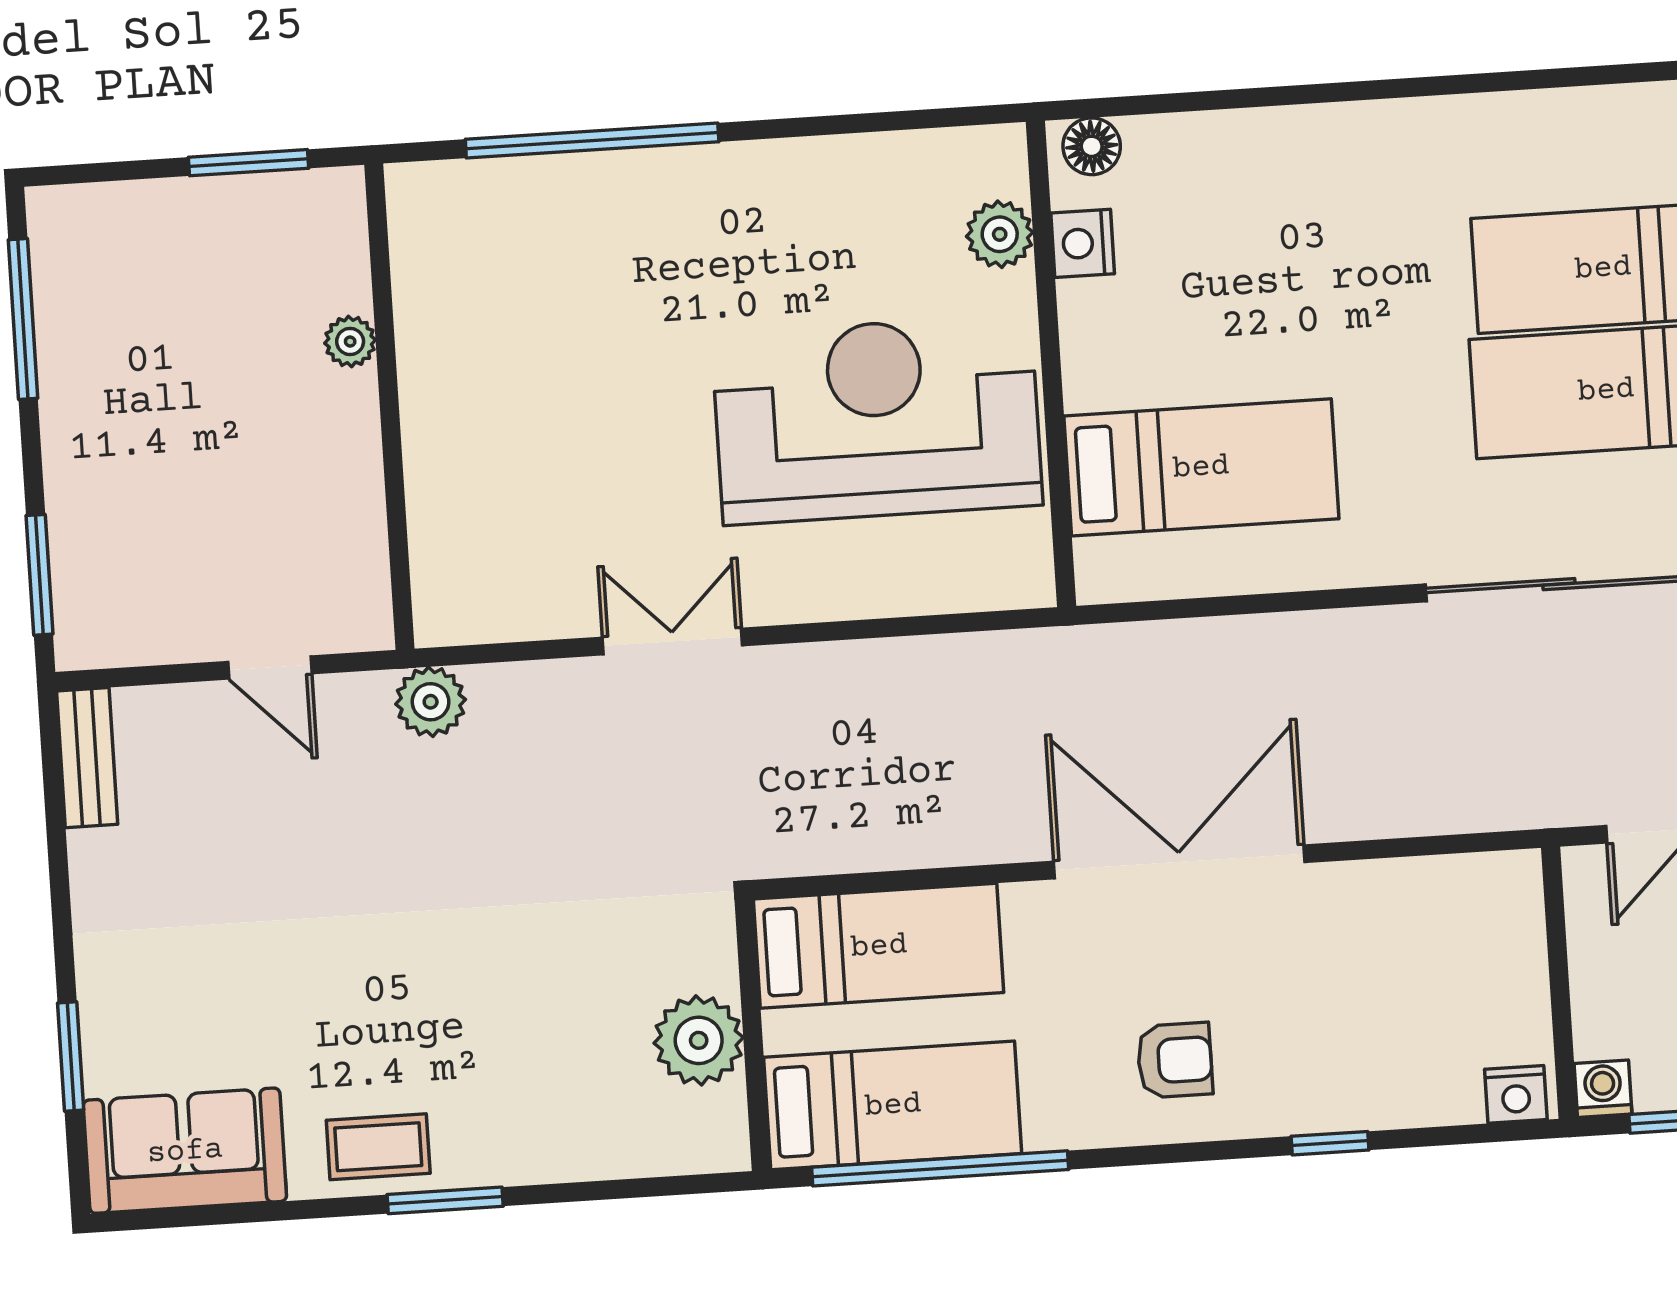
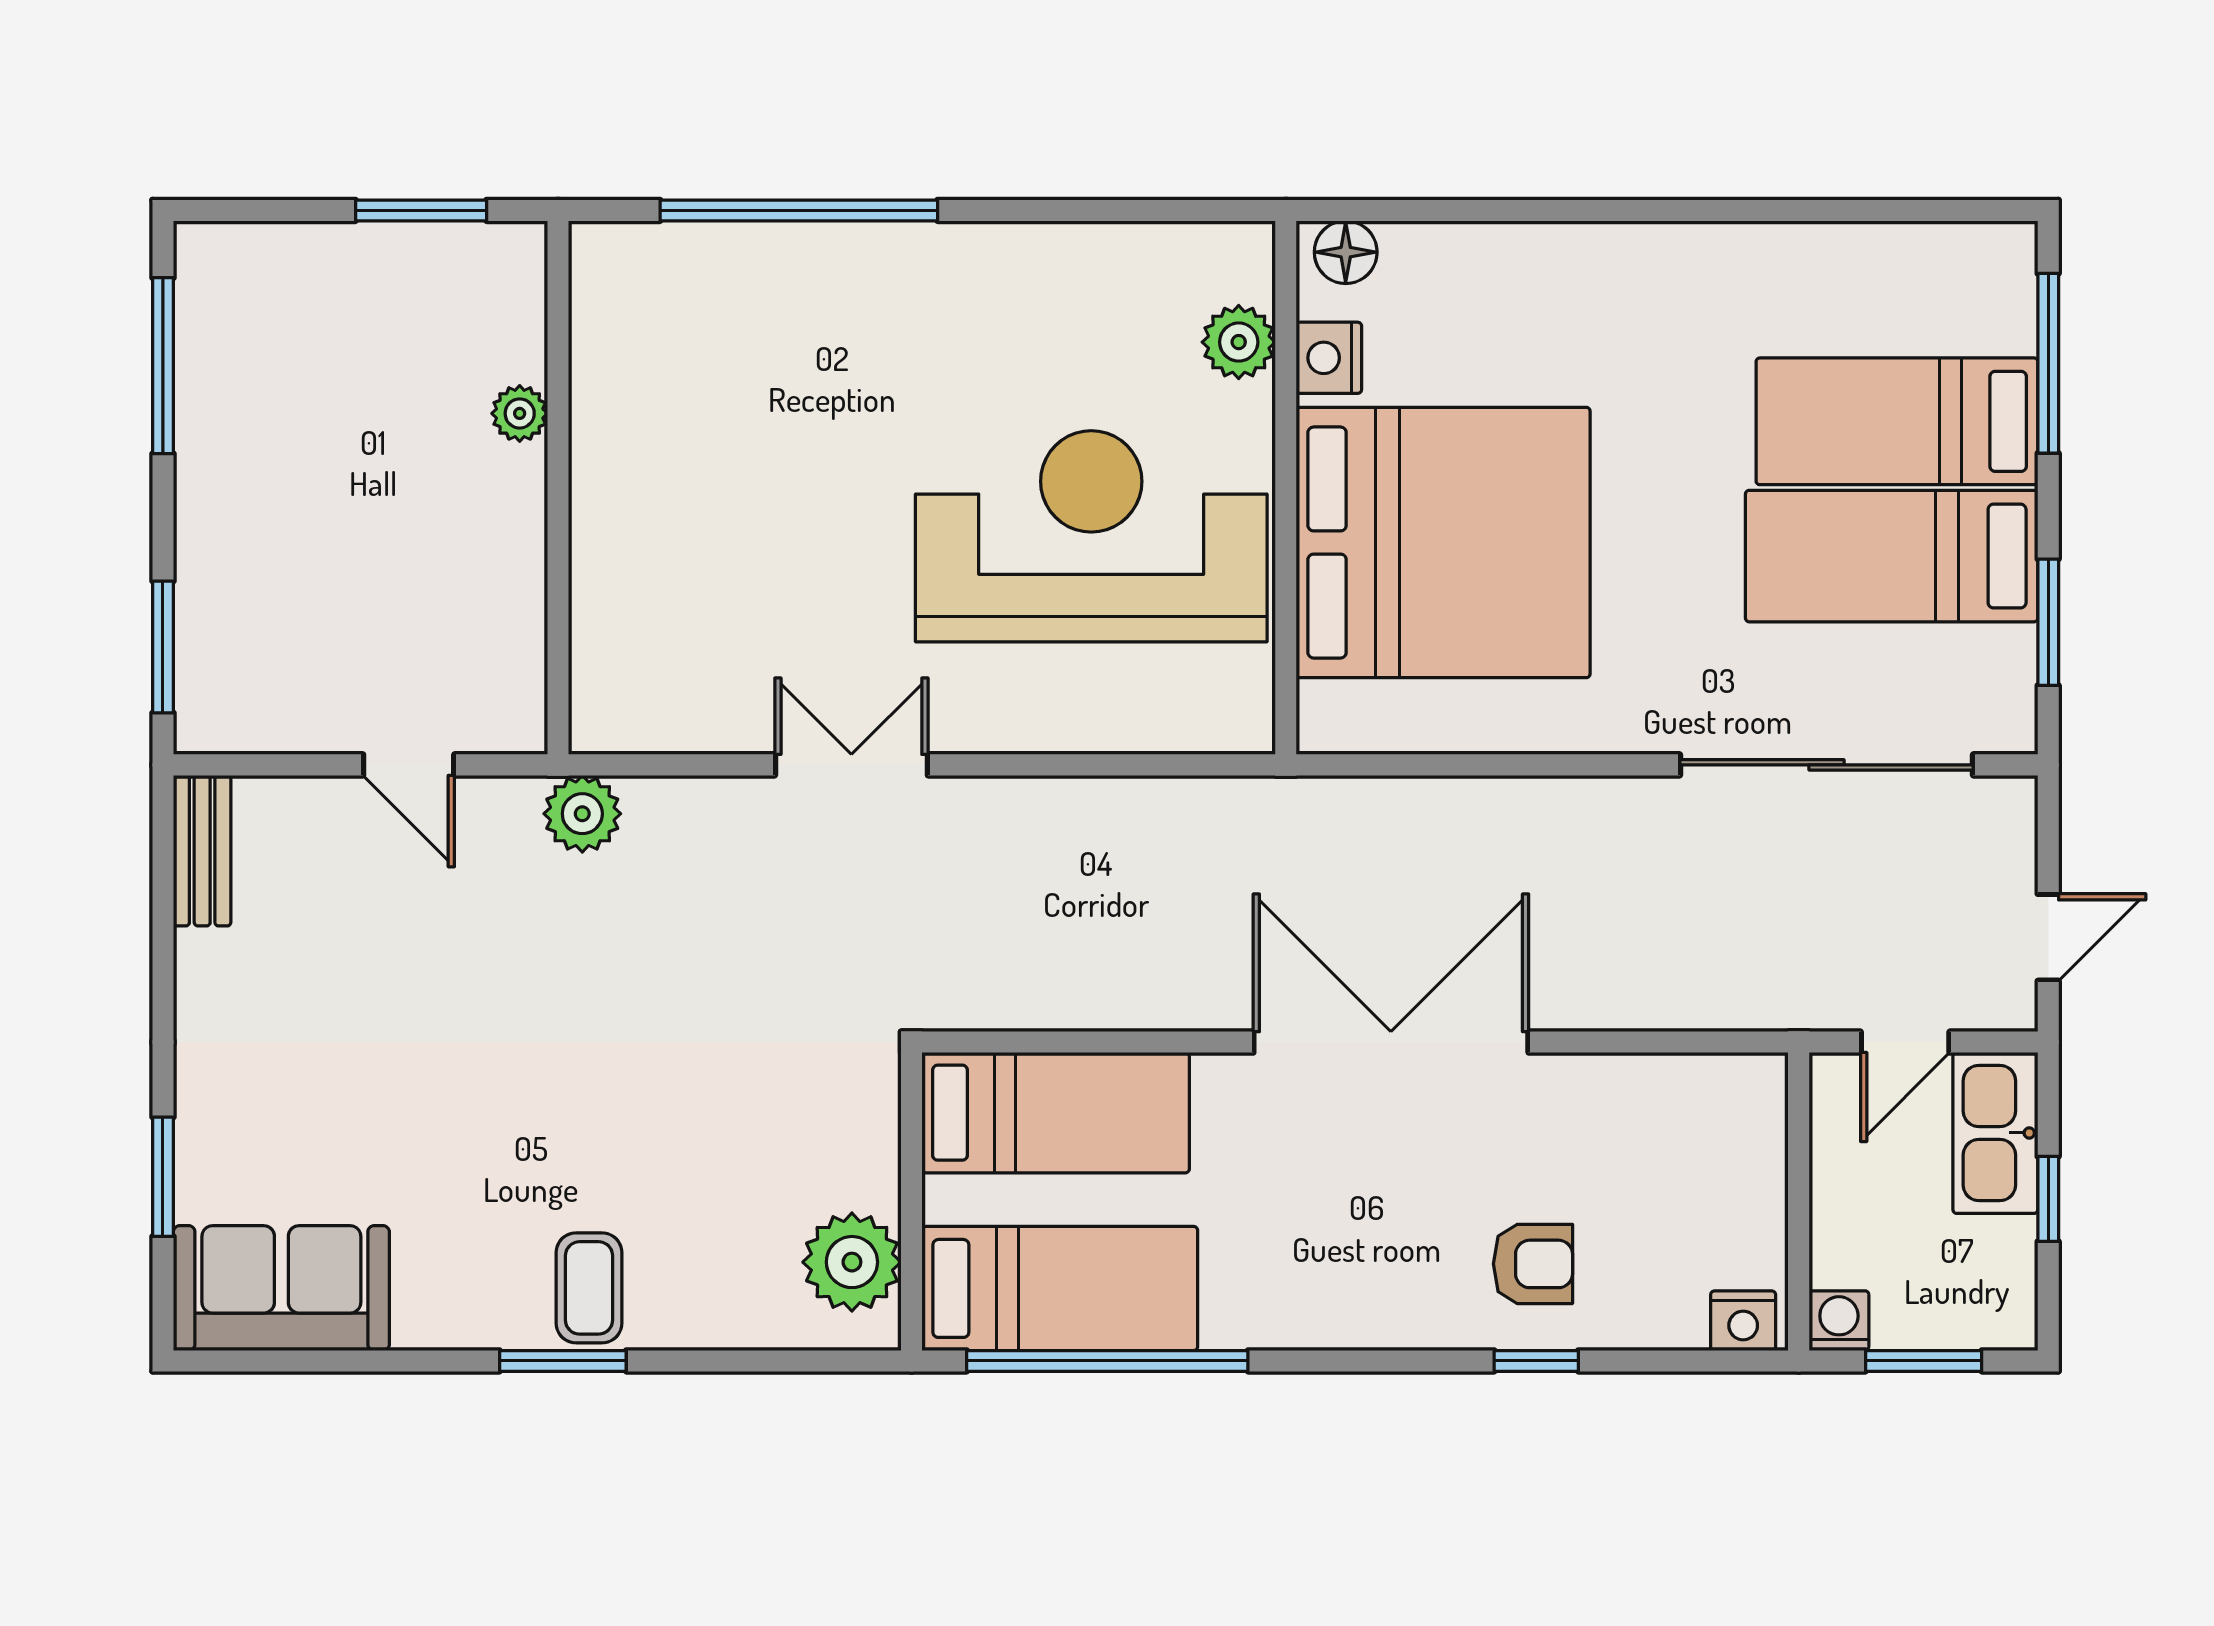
bed: (1201, 467) -> (1443, 543), width x2.04
plant: (699, 1040) -> (852, 1262), moved
armchair: (1175, 1060) -> (1533, 1264), moved
coffee table: (378, 1147) -> (589, 1288), moved, turned 90

